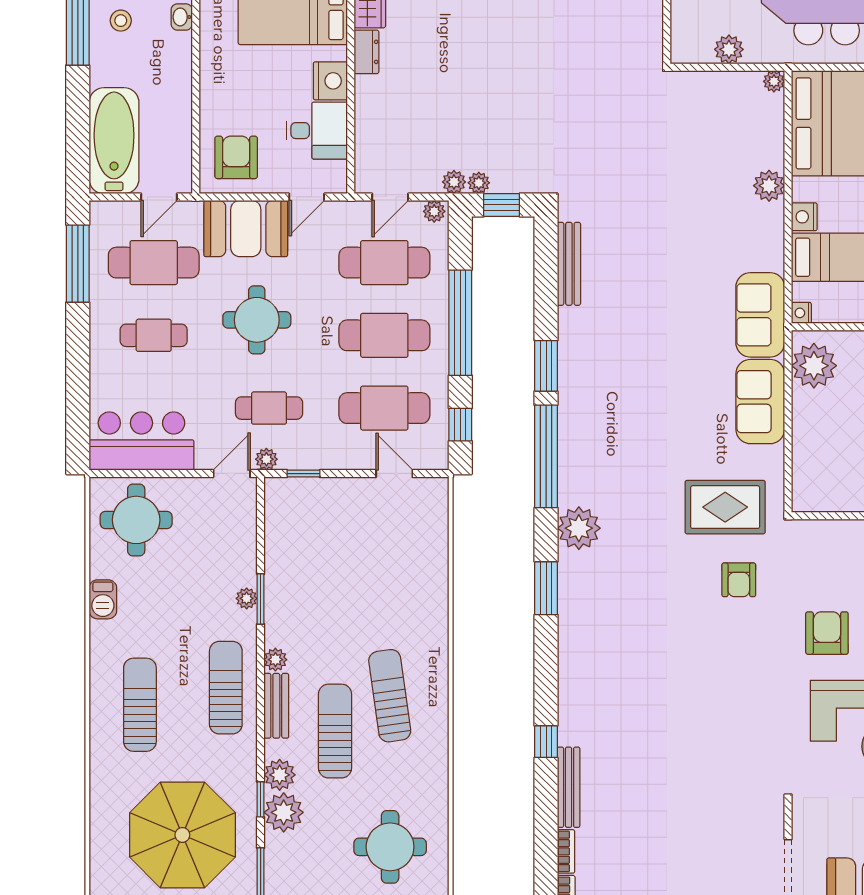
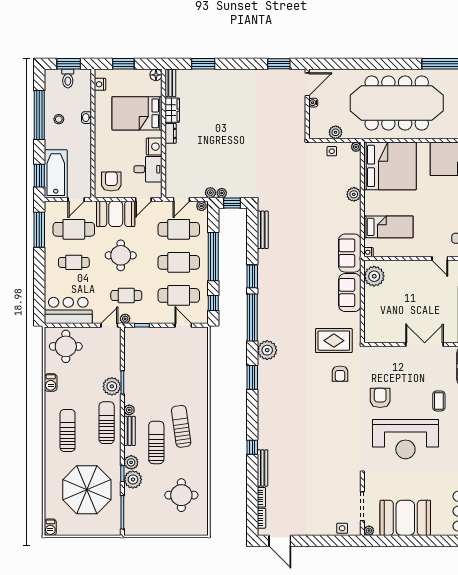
side table: (721, 91) -> (332, 151), added
window: (78, 145) -> (39, 176), added
nightstand: (804, 217) -> (370, 208), removed
plant: (247, 598) -> (112, 386), width x1.88, depth x1.88

